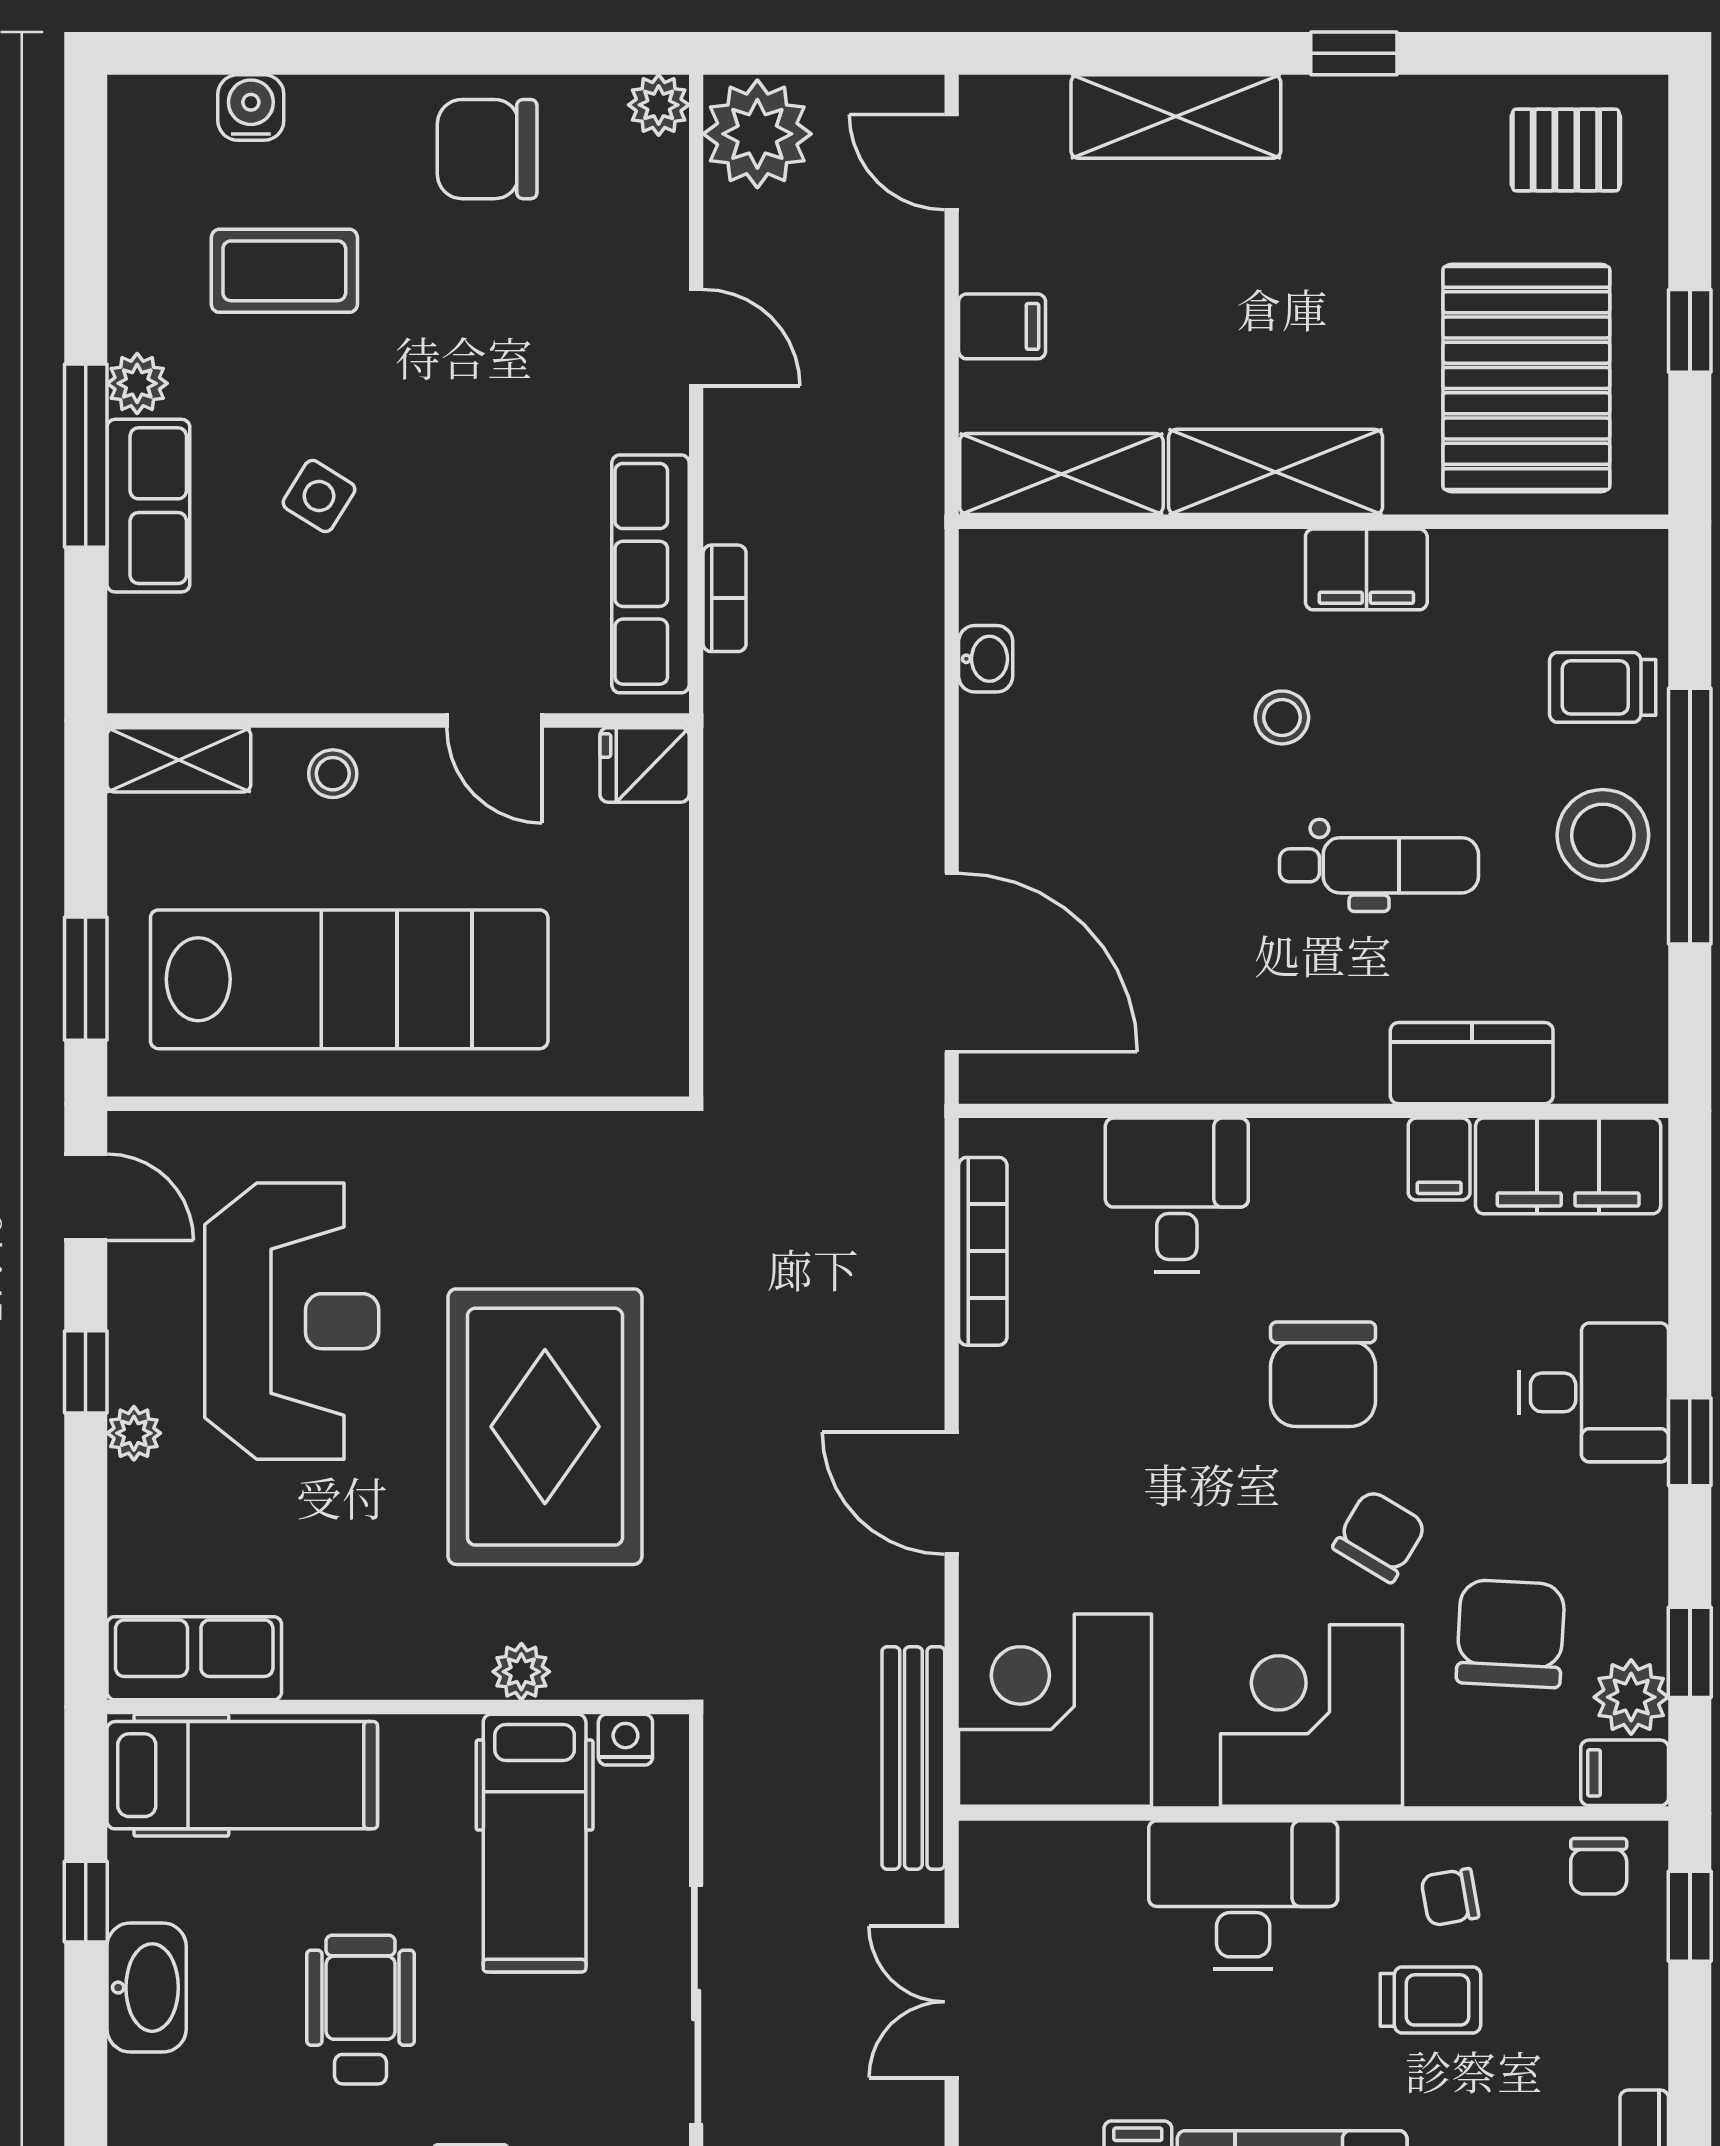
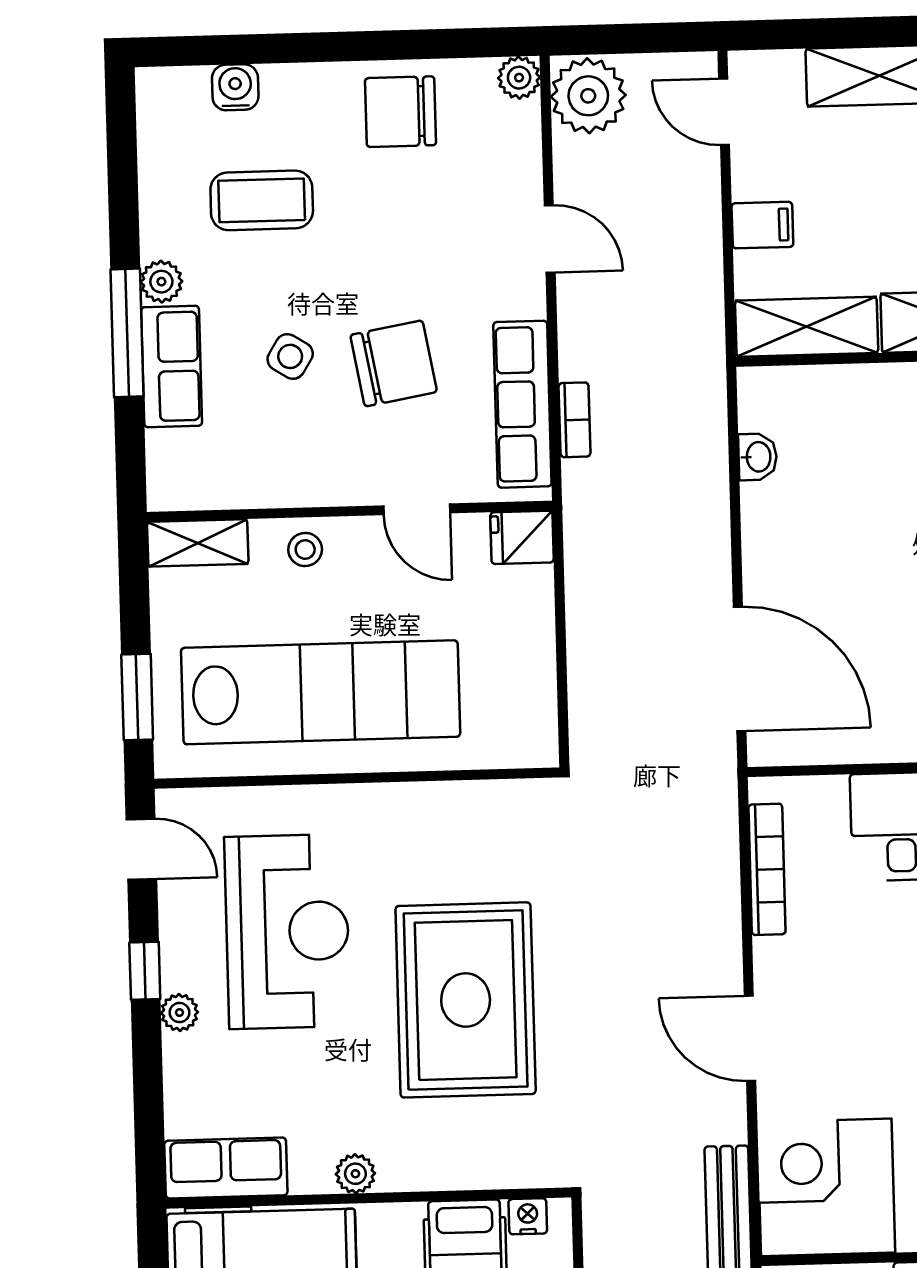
chair: (467, 510) -> (394, 363), added
plant: (521, 1672) -> (355, 1174), moved

